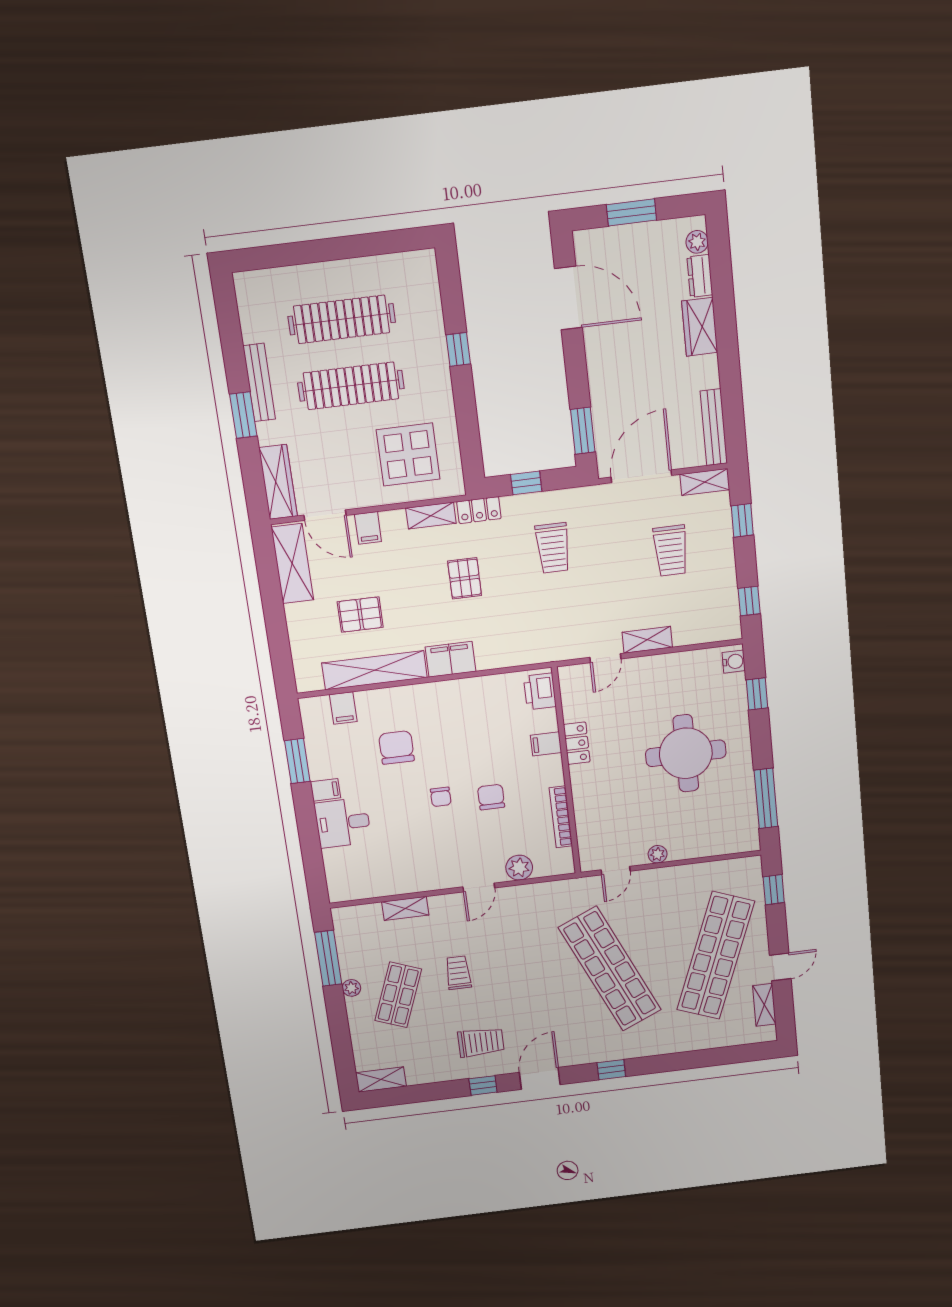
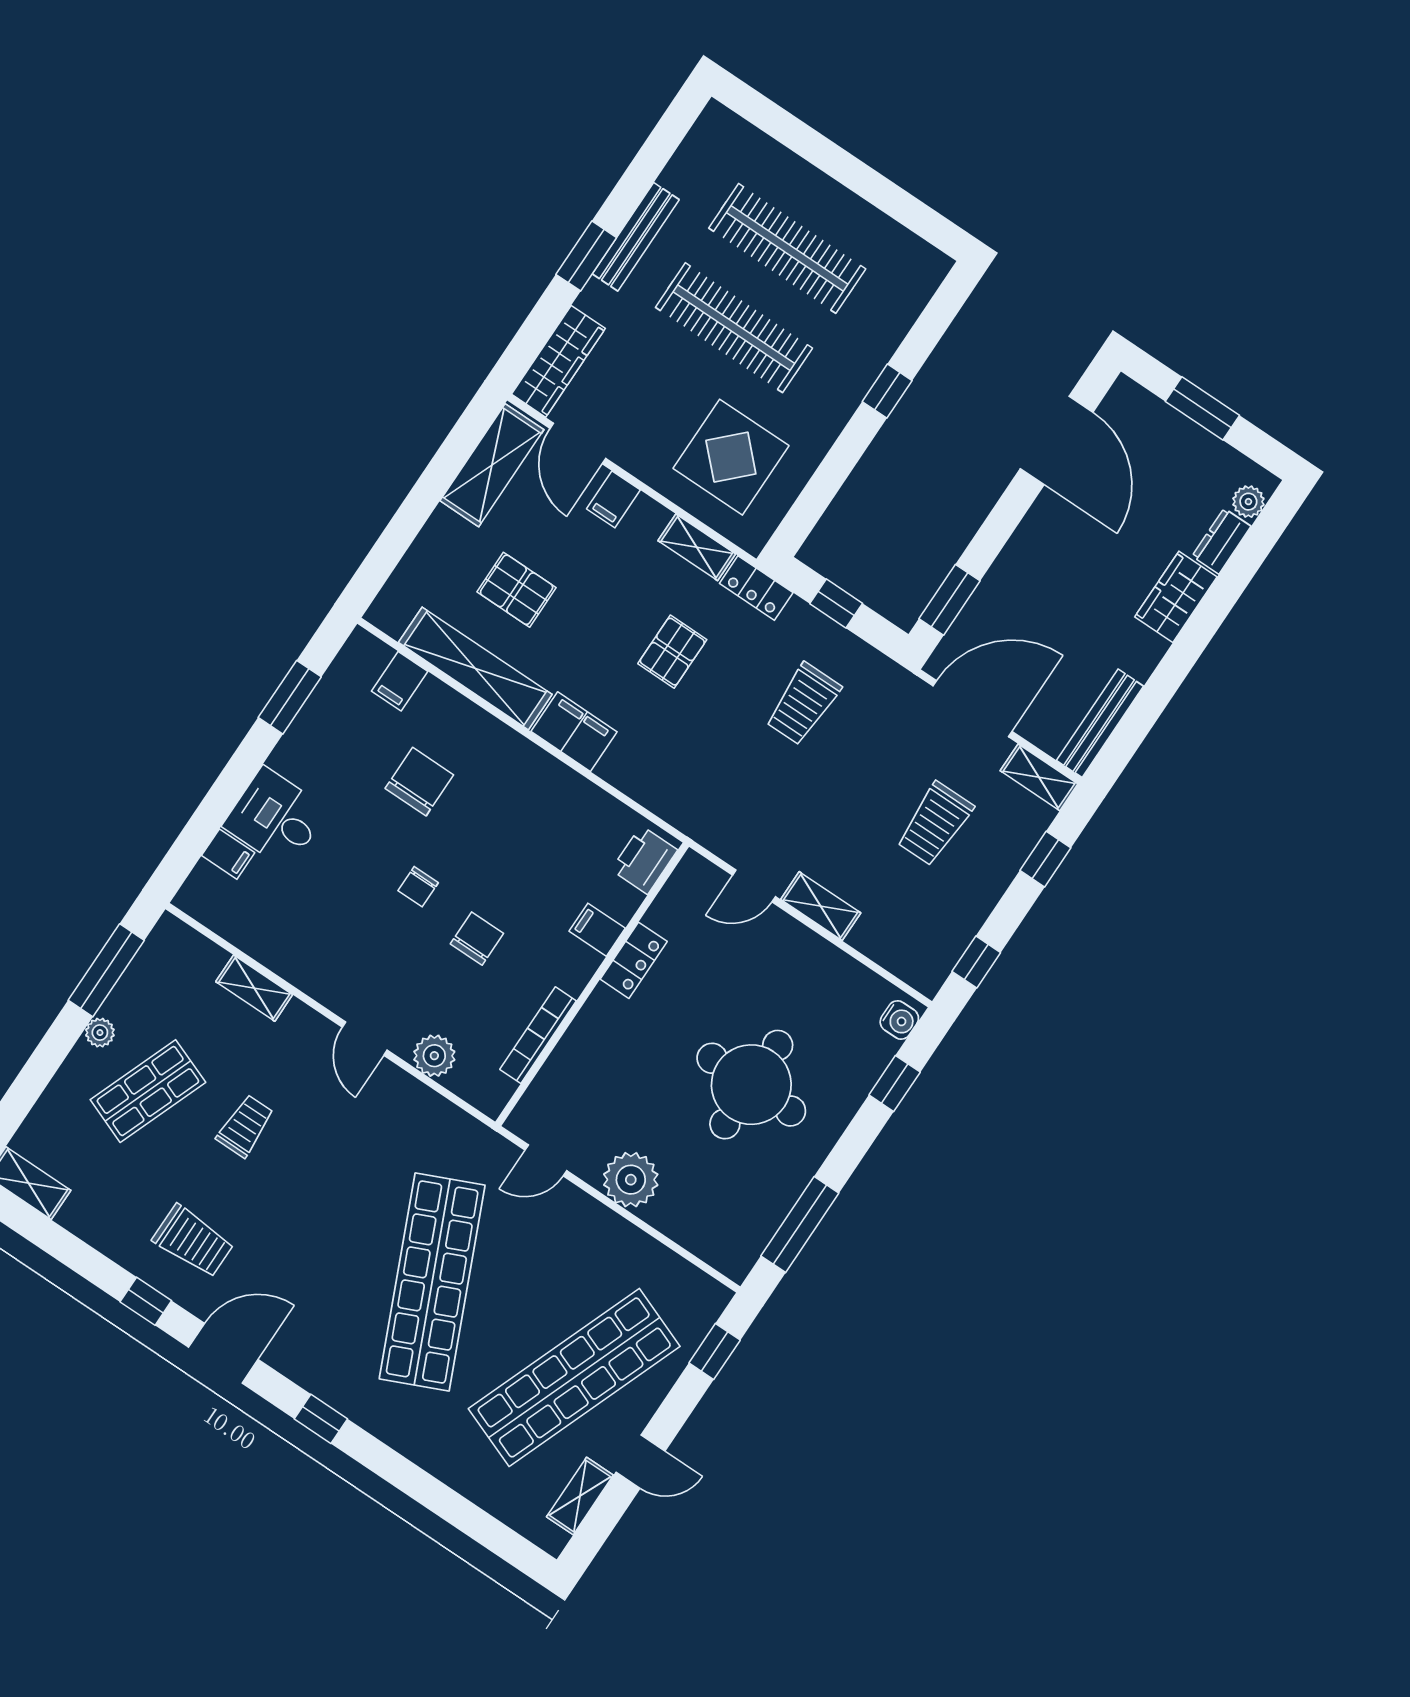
filing cabinet: (326, 790) -> (228, 854), moved
plant: (658, 854) -> (631, 1180), width x1.88, depth x1.88
door: (479, 887) -> (365, 1039), hinge flipped

